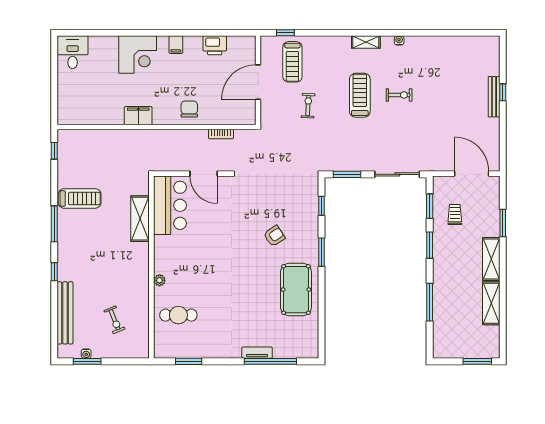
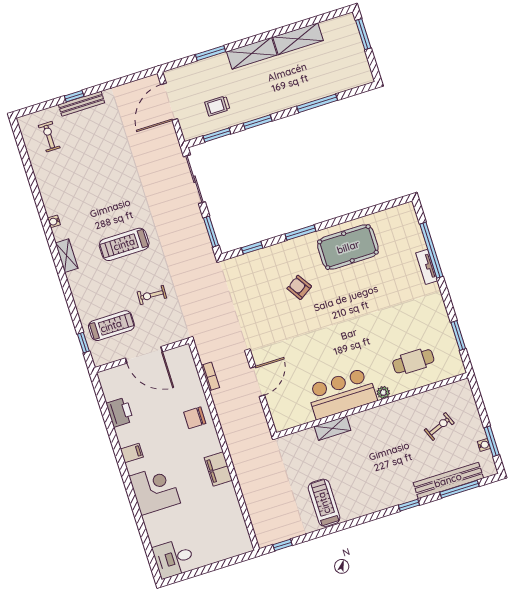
exercise bike: (399, 95) -> (49, 137), moved
bar counter: (170, 205) -> (342, 394), moved
shelving: (140, 219) -> (333, 428), width x0.67, depth x0.75
window: (54, 224) -> (459, 489), moved
cafe table: (178, 315) -> (413, 361), turned 90

